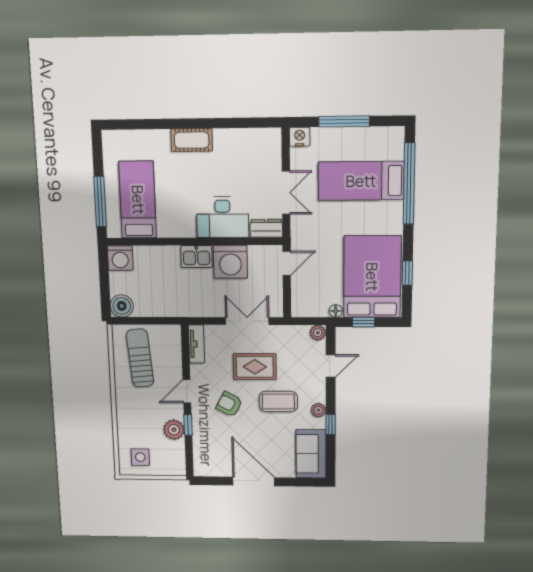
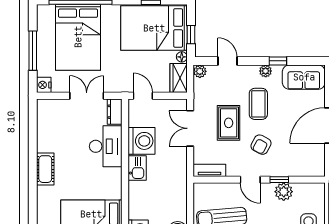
bed: (361, 181) -> (78, 37), width x1.50
wardrobe: (309, 307) -> (179, 78), added

